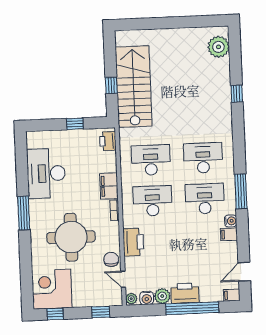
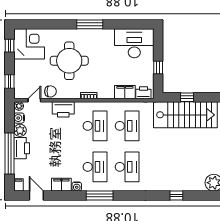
desk: (46, 173) -> (134, 43), moved
filing cabinet: (109, 186) -> (125, 92), moved
filing cabinet: (229, 234) -> (61, 185), width x2.00

